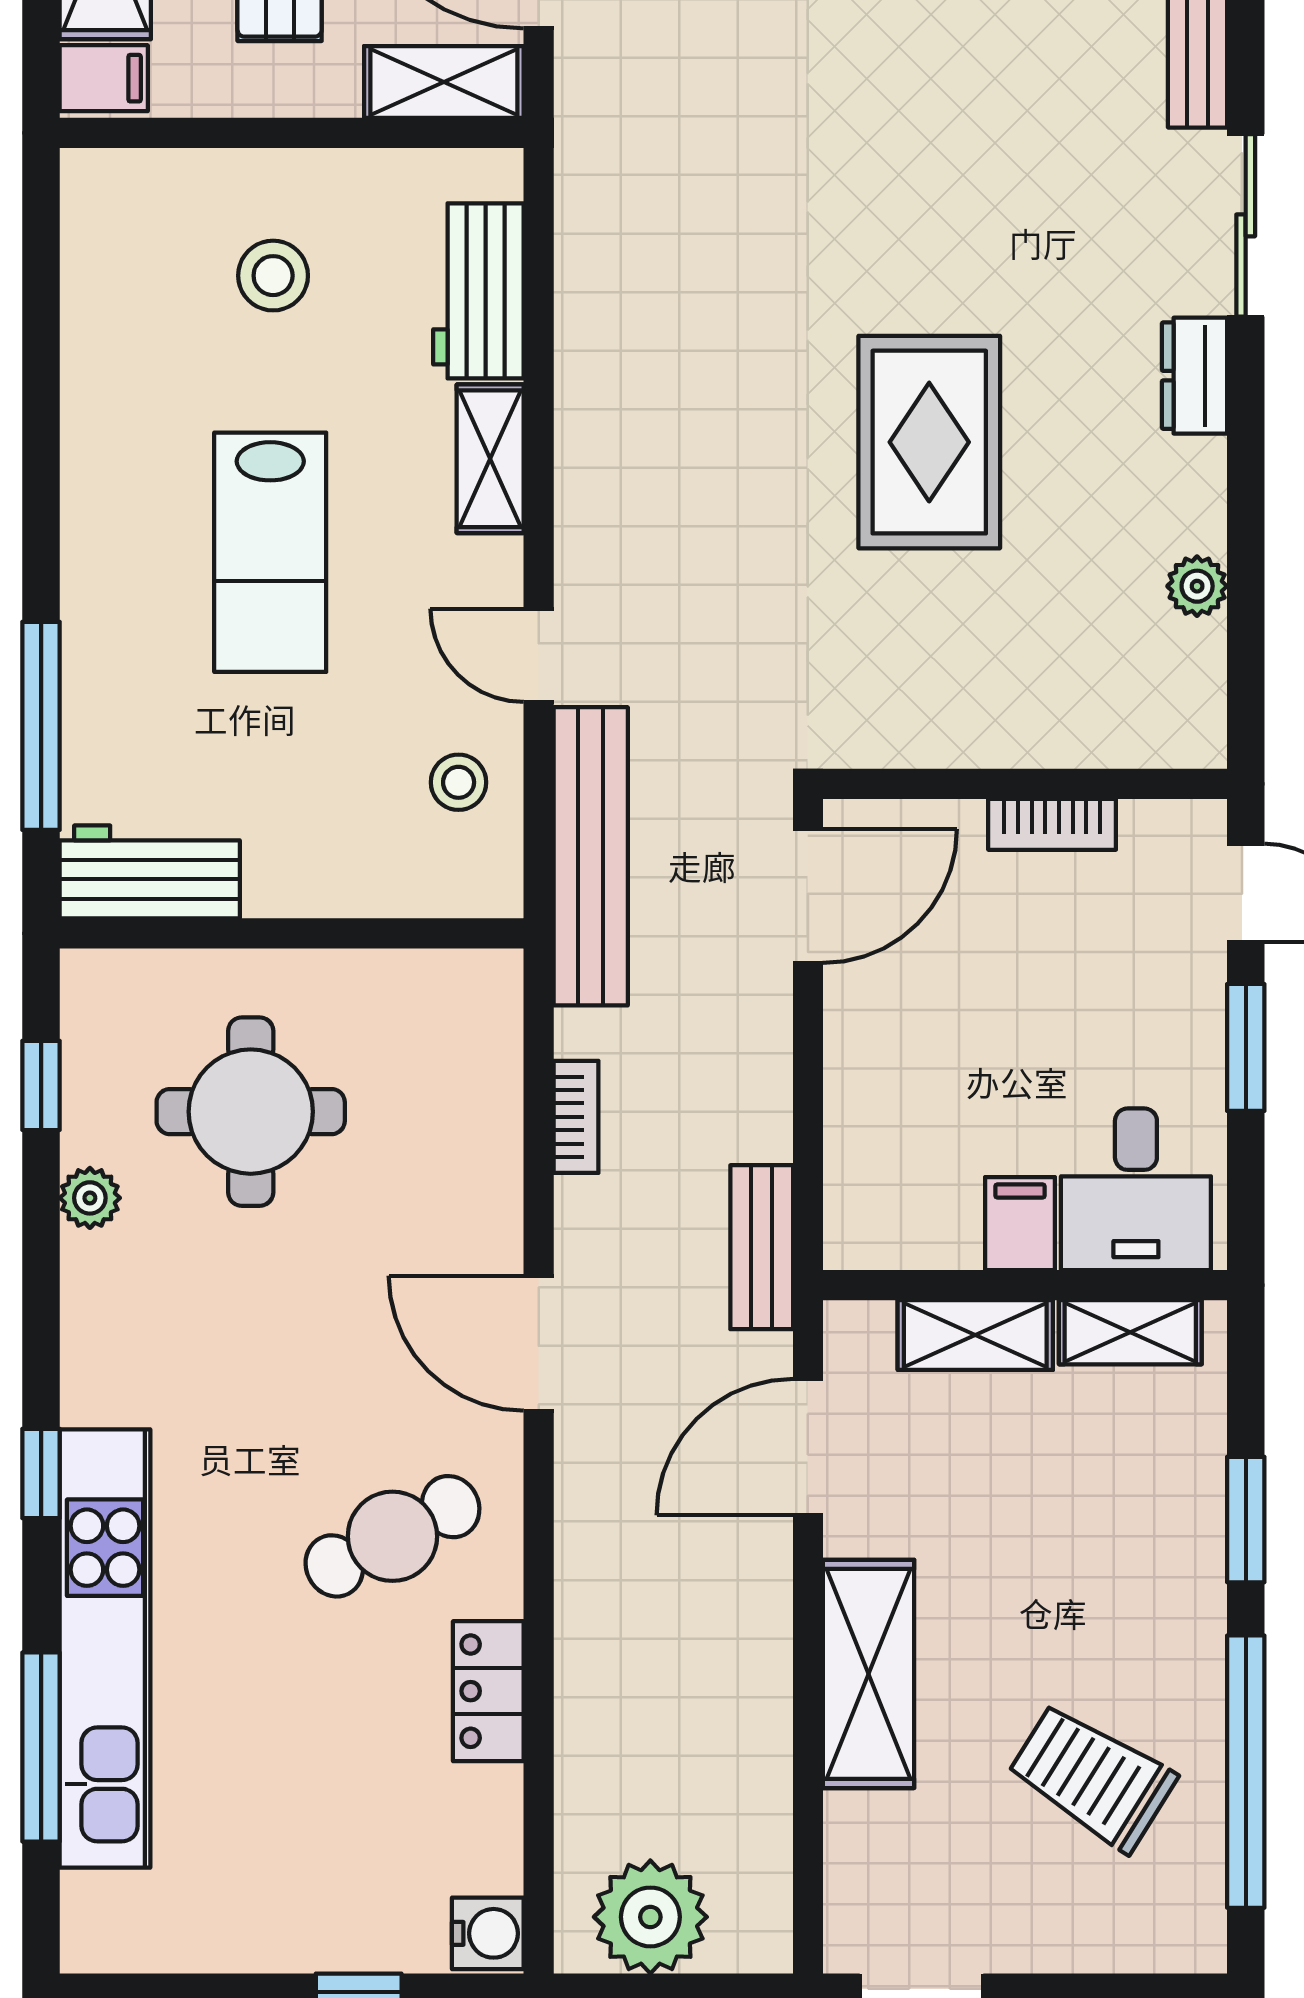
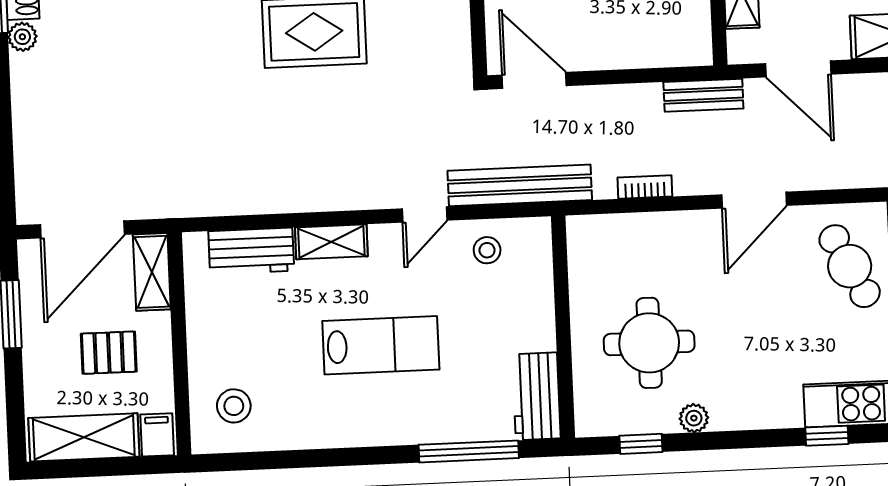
stool: (273, 276) -> (234, 406), moved

